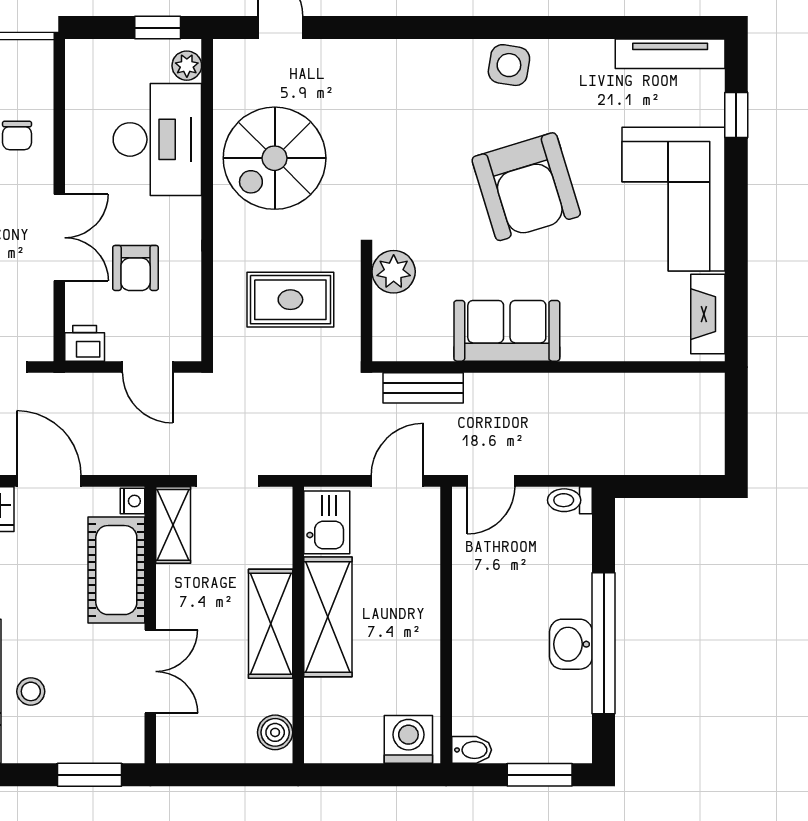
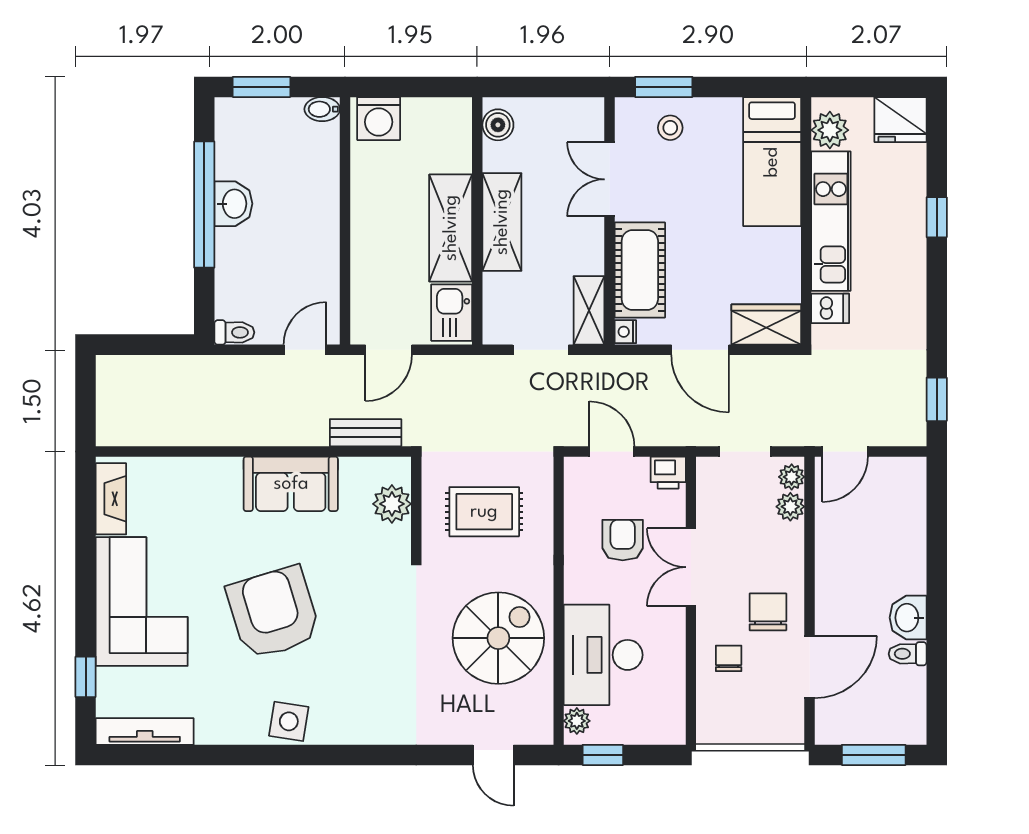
plant: (394, 272) -> (392, 504), moved
stool: (31, 691) -> (670, 128), moved

